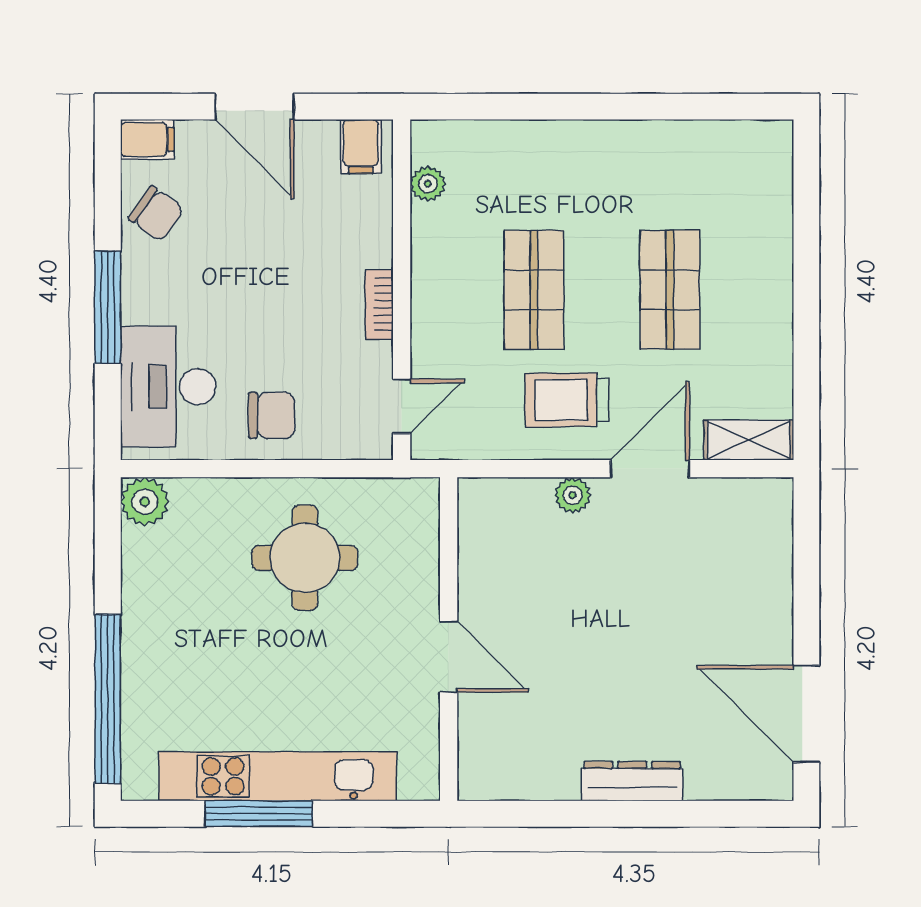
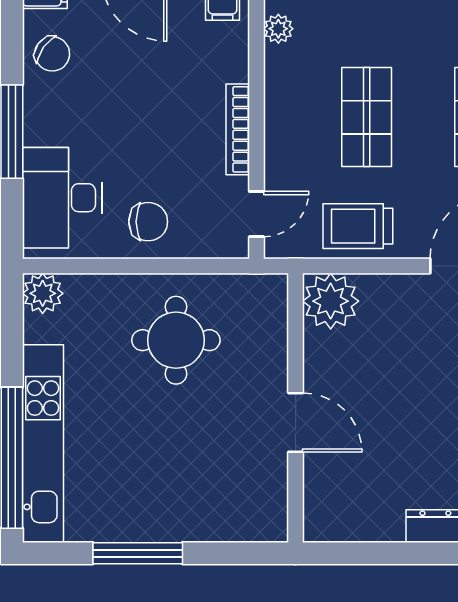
bookcase: (379, 305) -> (238, 129), width x1.56
trolley: (567, 400) -> (358, 226), moved
plant: (573, 495) -> (331, 301), moved, width x1.87, depth x1.87
kitchen unit: (278, 776) -> (43, 444), moved, turned 90

